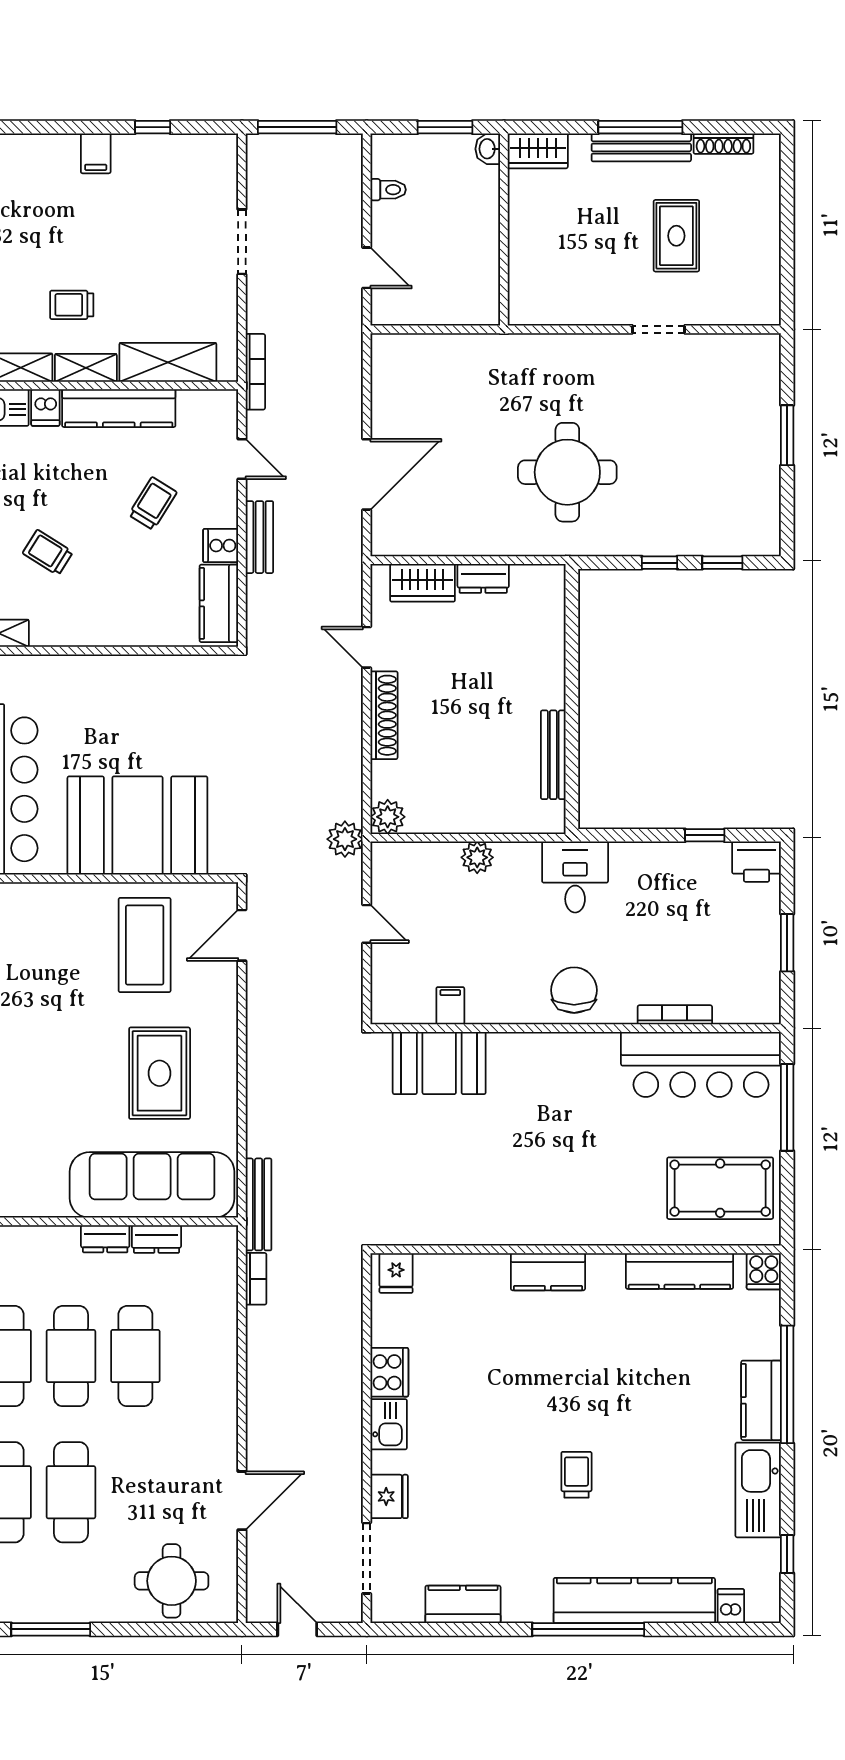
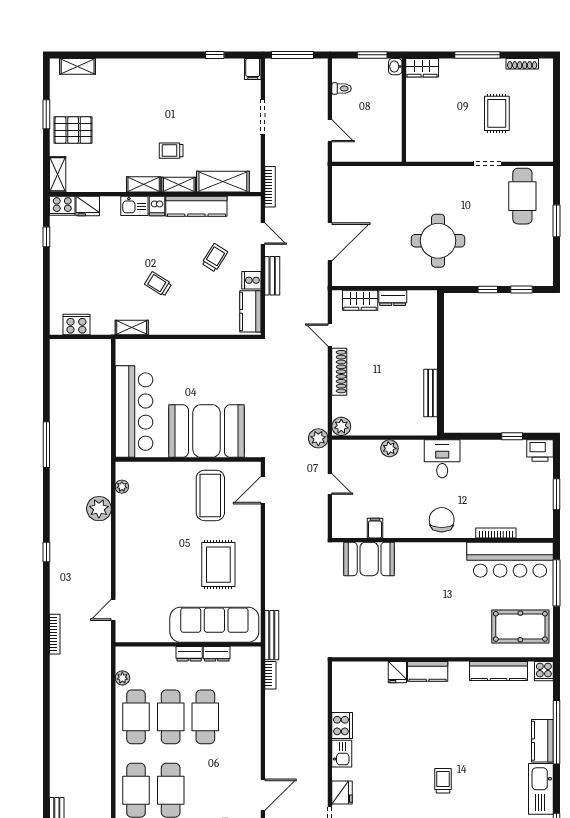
bench: (641, 147) -> (478, 66), removed
filing cabinet: (96, 153) -> (253, 69), moved
cafe table: (724, 389) -> (522, 196), added
fridge: (396, 1273) -> (397, 672), moved

